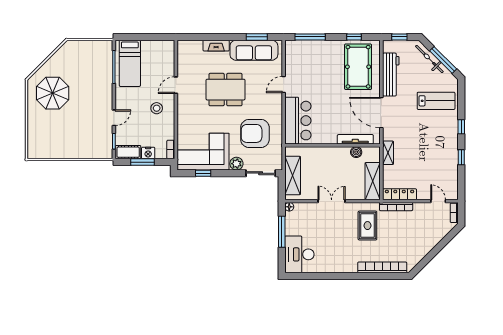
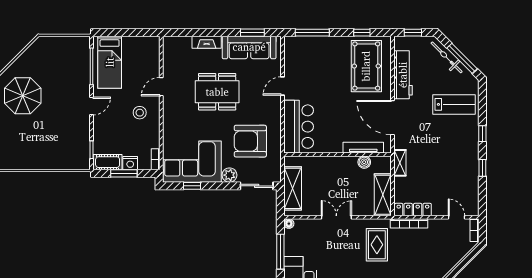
door: (114, 118) -> (92, 106), moved

